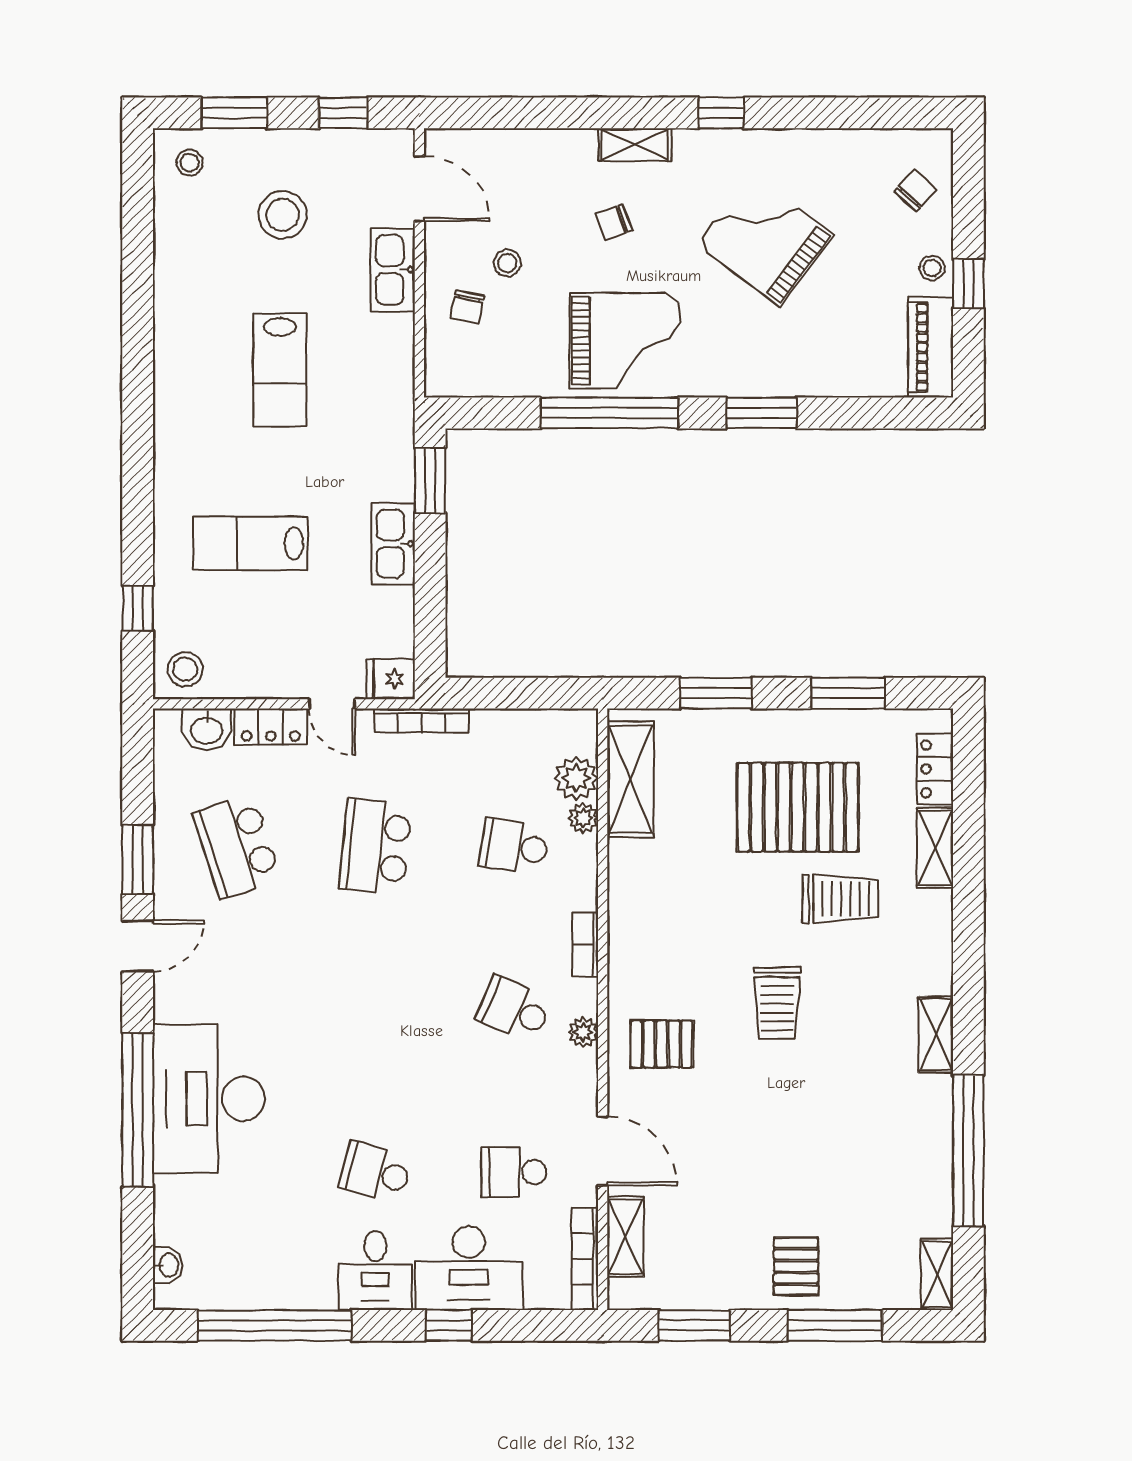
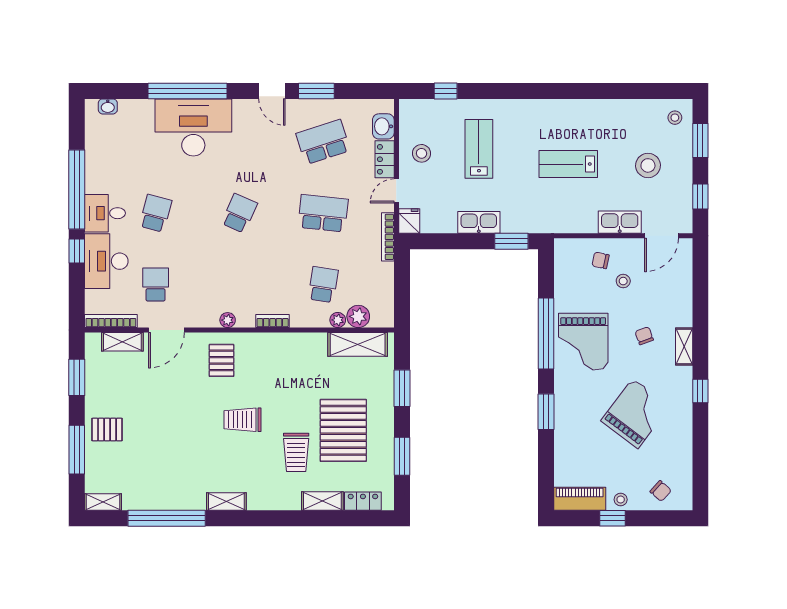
stool: (185, 669) -> (421, 153), moved
school desk: (514, 1009) -> (239, 213), moved
window: (275, 1325) -> (77, 189), moved

